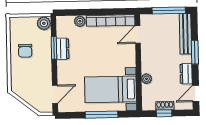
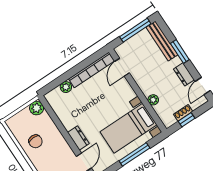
window: (54, 48) -> (58, 123), removed
dresser: (63, 49) -> (78, 138), moved

